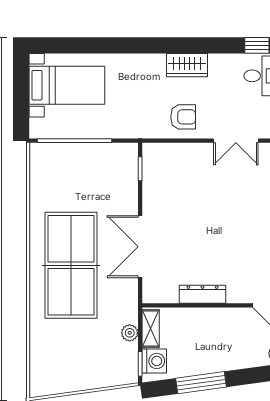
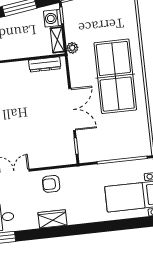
double door: (140, 247) -> (72, 109), moved
dresser: (203, 294) -> (45, 64), moved
plant: (130, 333) -> (72, 48), moved

